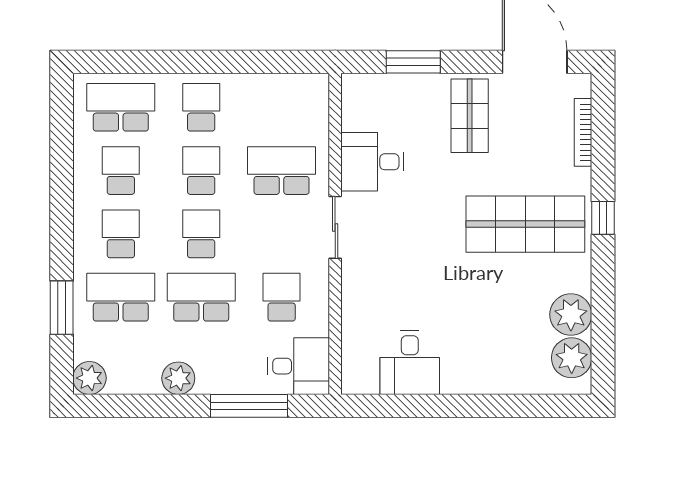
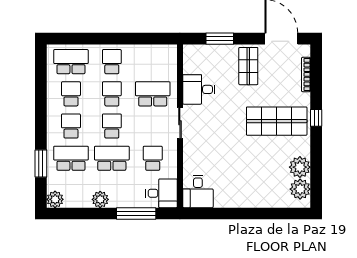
desk: (410, 363) -> (198, 191), moved

